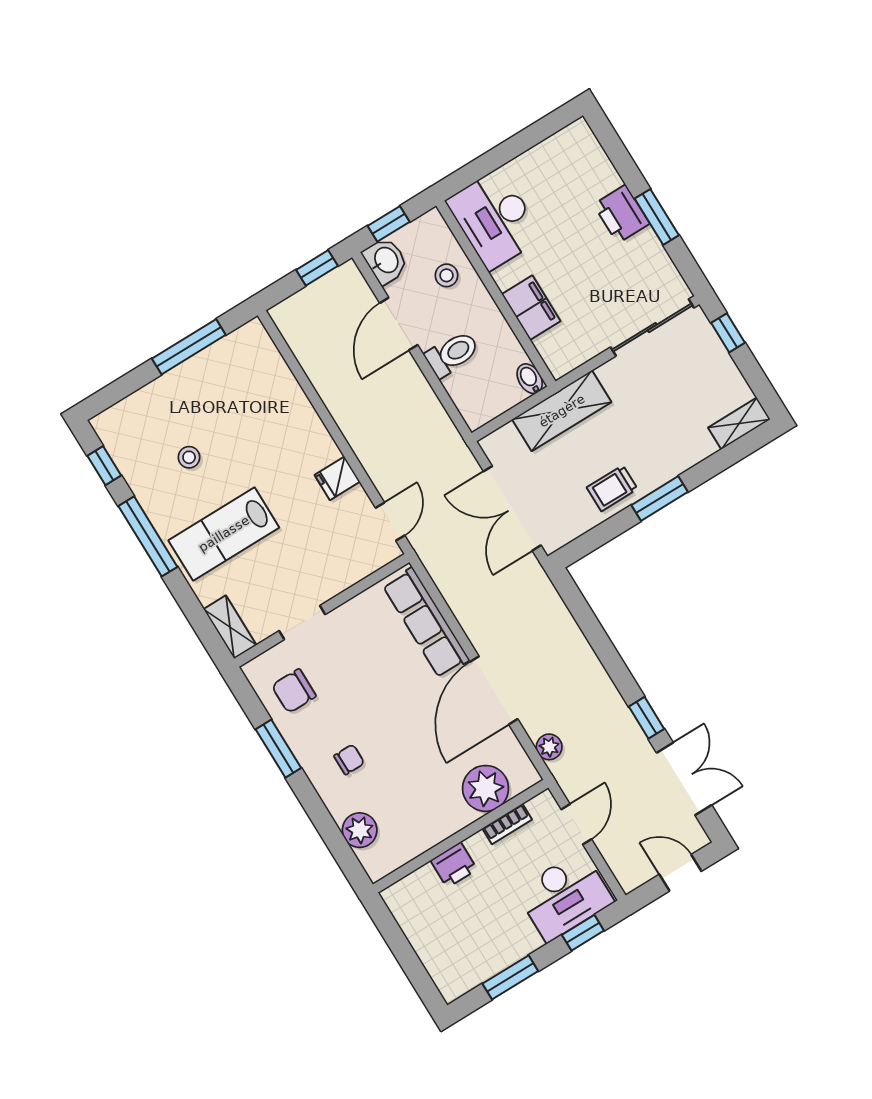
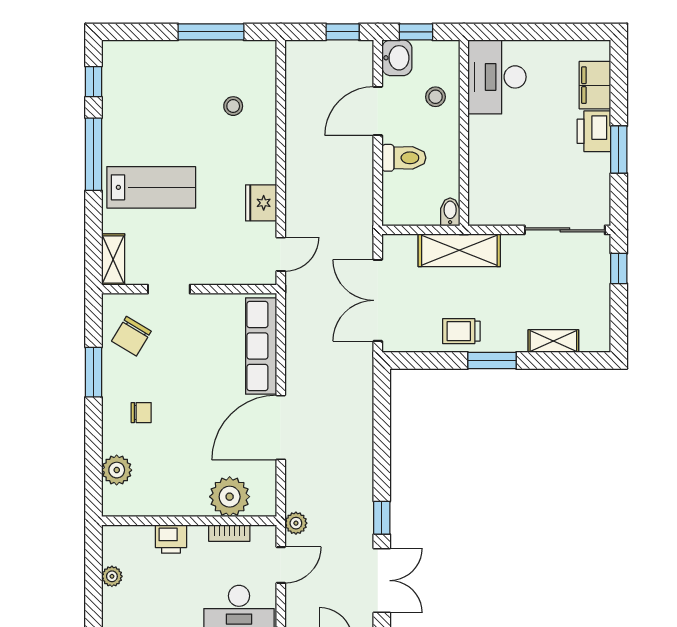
filing cabinet: (531, 308) -> (595, 85), moved, turned 180
shelving: (739, 423) -> (553, 341), moved
stool: (189, 457) -> (233, 106), moved
fridge: (337, 478) -> (261, 203), width x1.38
lab bench: (224, 534) -> (151, 187), turned 180
chair: (294, 691) -> (131, 336), turned -59
plant: (549, 747) -> (296, 523), moved
plant: (419, 937) -> (112, 576), added

